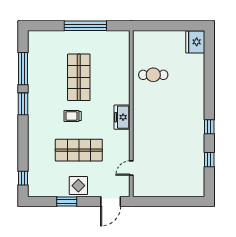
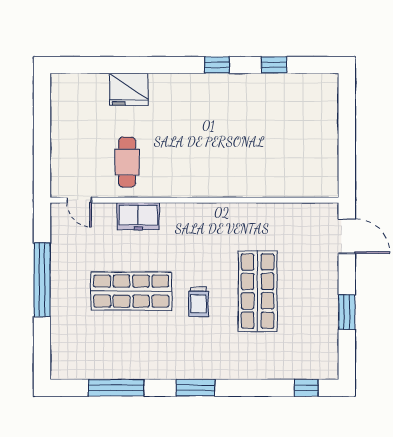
fridge: (195, 42) -> (129, 89), moved
window: (23, 104) -> (196, 388), moved
freezer: (122, 117) -> (138, 216), moved
door: (131, 168) -> (79, 200), moved
display table: (78, 186) -> (319, 292), removed

